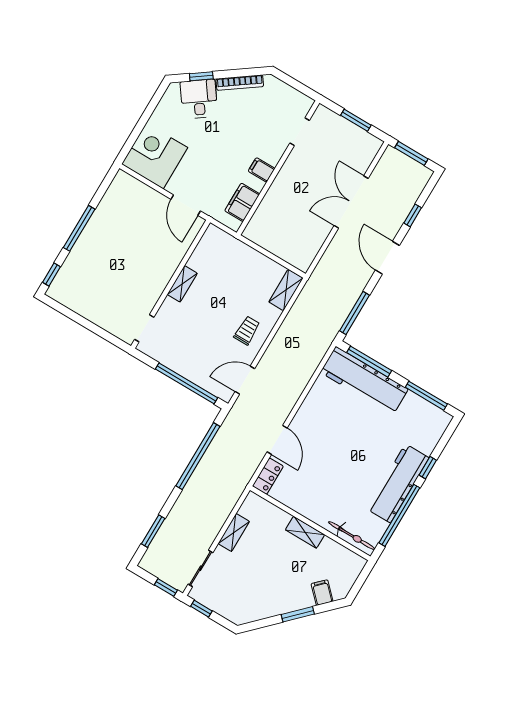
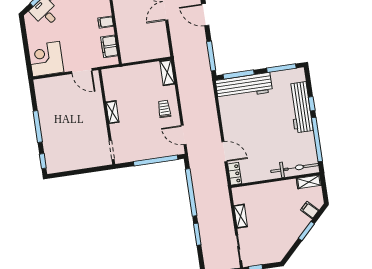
door: (245, 380) -> (184, 135), hinge flipped
workbench: (398, 483) -> (301, 107), moved
window: (153, 531) -> (197, 234), moved
shelving: (305, 532) -> (309, 182), moved
bicycle: (352, 536) -> (295, 168), width x1.37, depth x1.40

